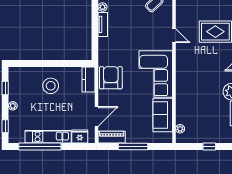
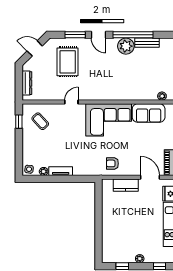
armchair: (111, 78) -> (112, 163), width x0.53, depth x0.53
kitchen counter: (88, 79) -> (126, 185), moved
stool: (51, 86) -> (120, 222), removed

